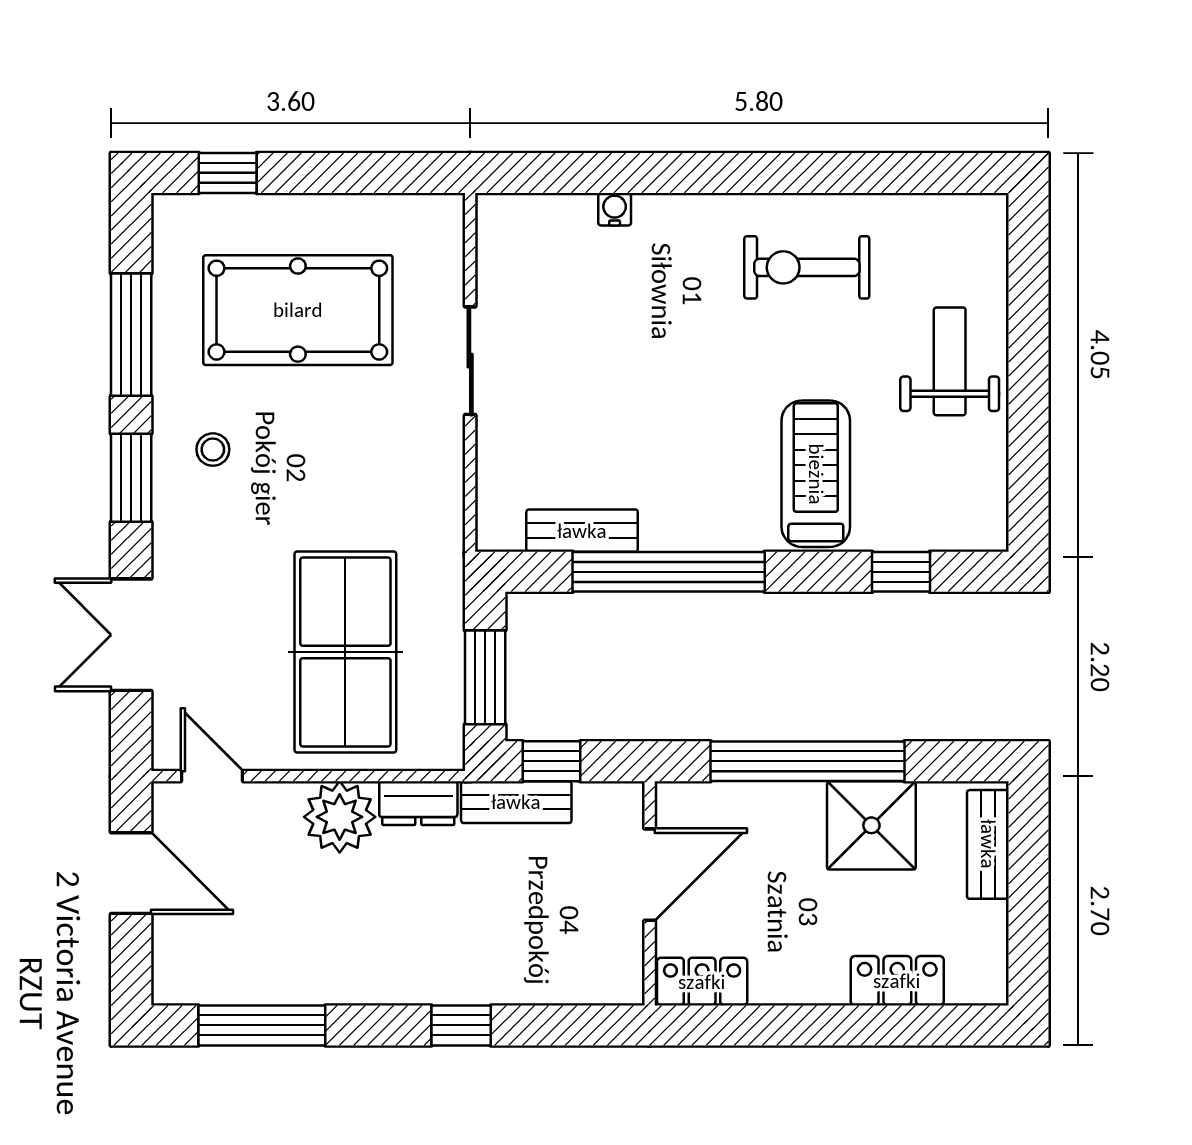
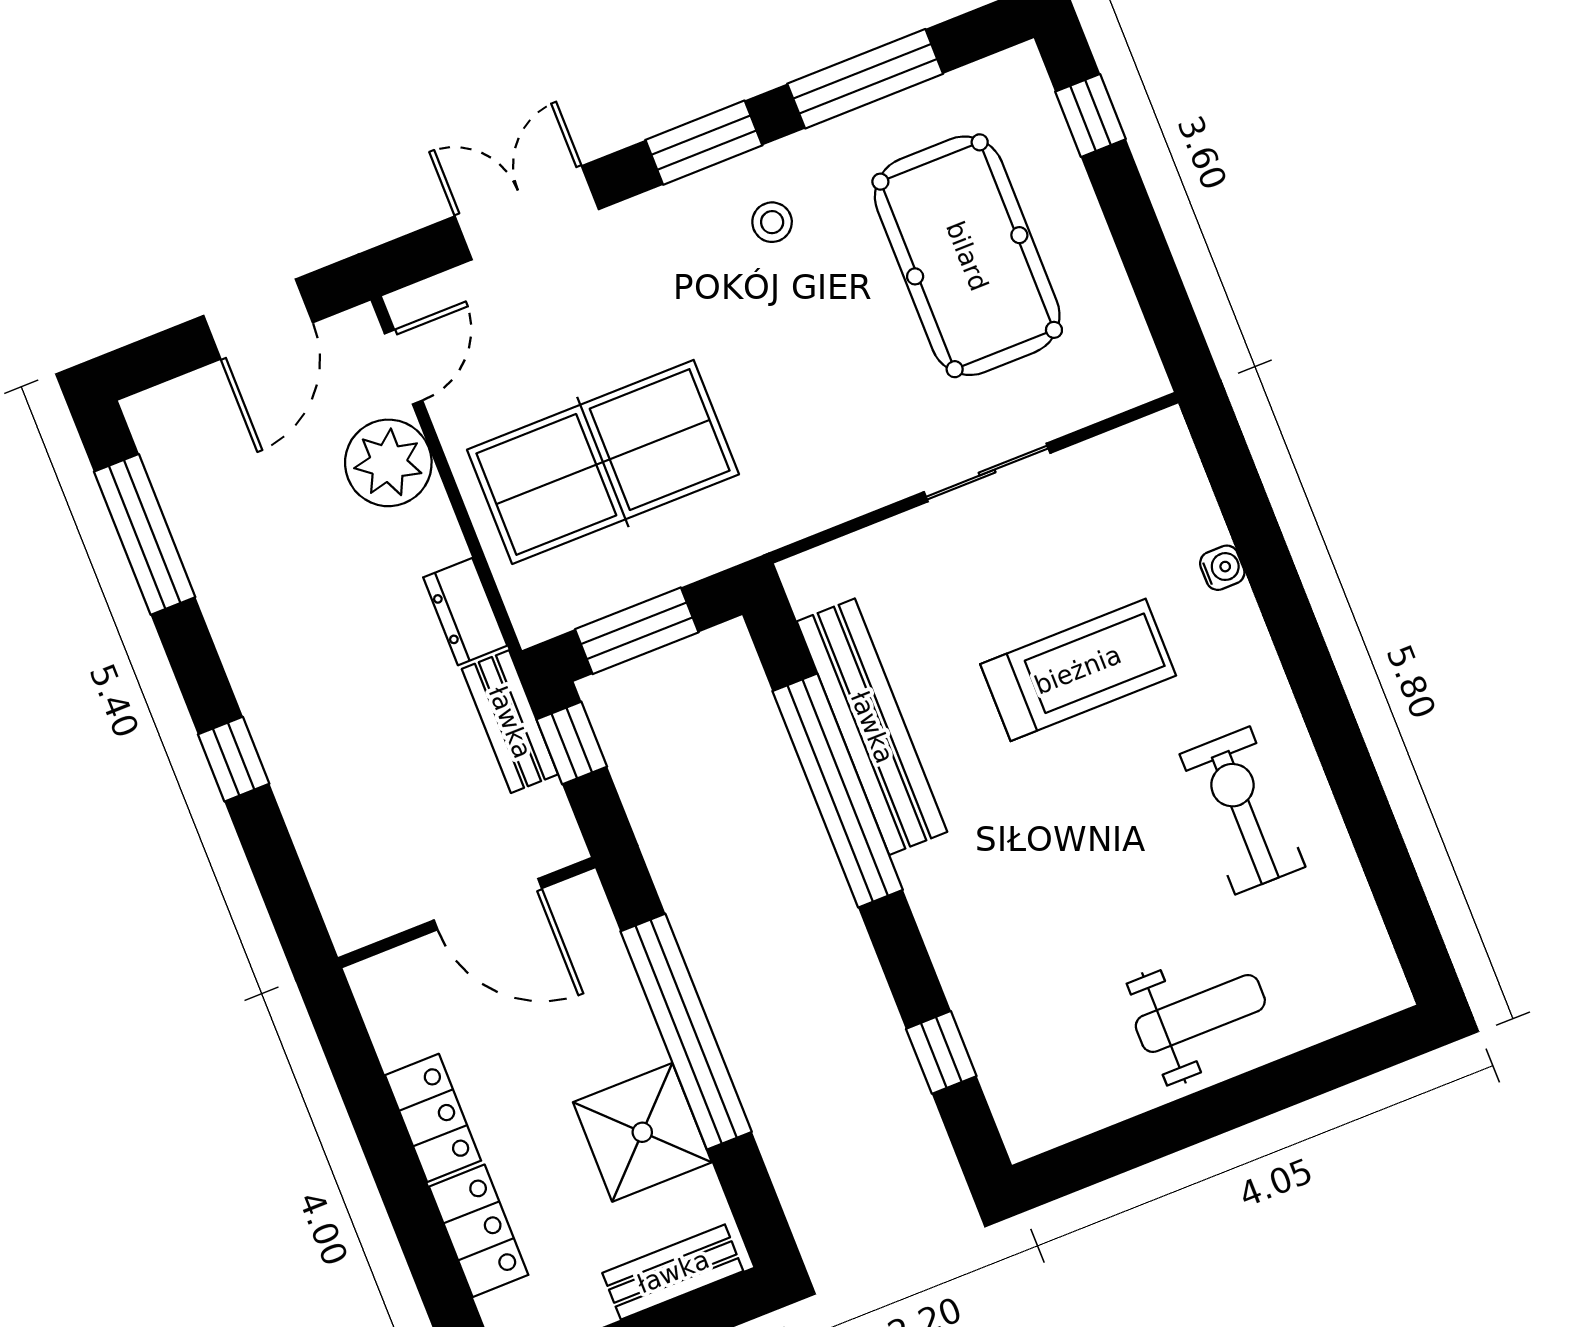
treadmill: (816, 474) -> (1078, 670), moved
bench: (582, 531) -> (872, 727), width x1.86, depth x1.21
plant: (340, 817) -> (388, 463), moved
locker: (702, 982) -> (433, 1118), moved

